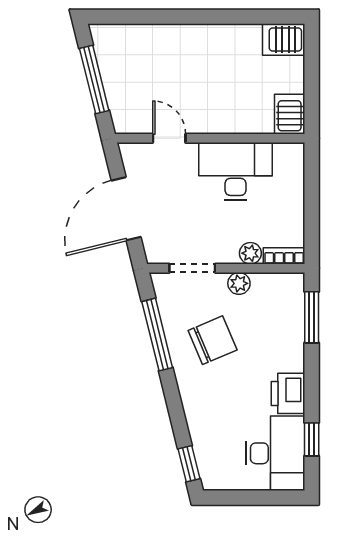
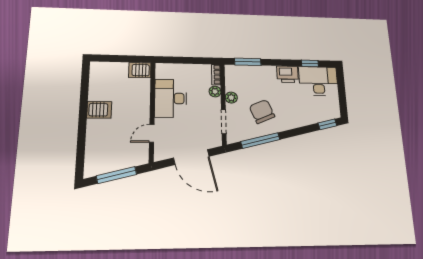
server rack: (284, 39) -> (99, 110), moved, turned -90

